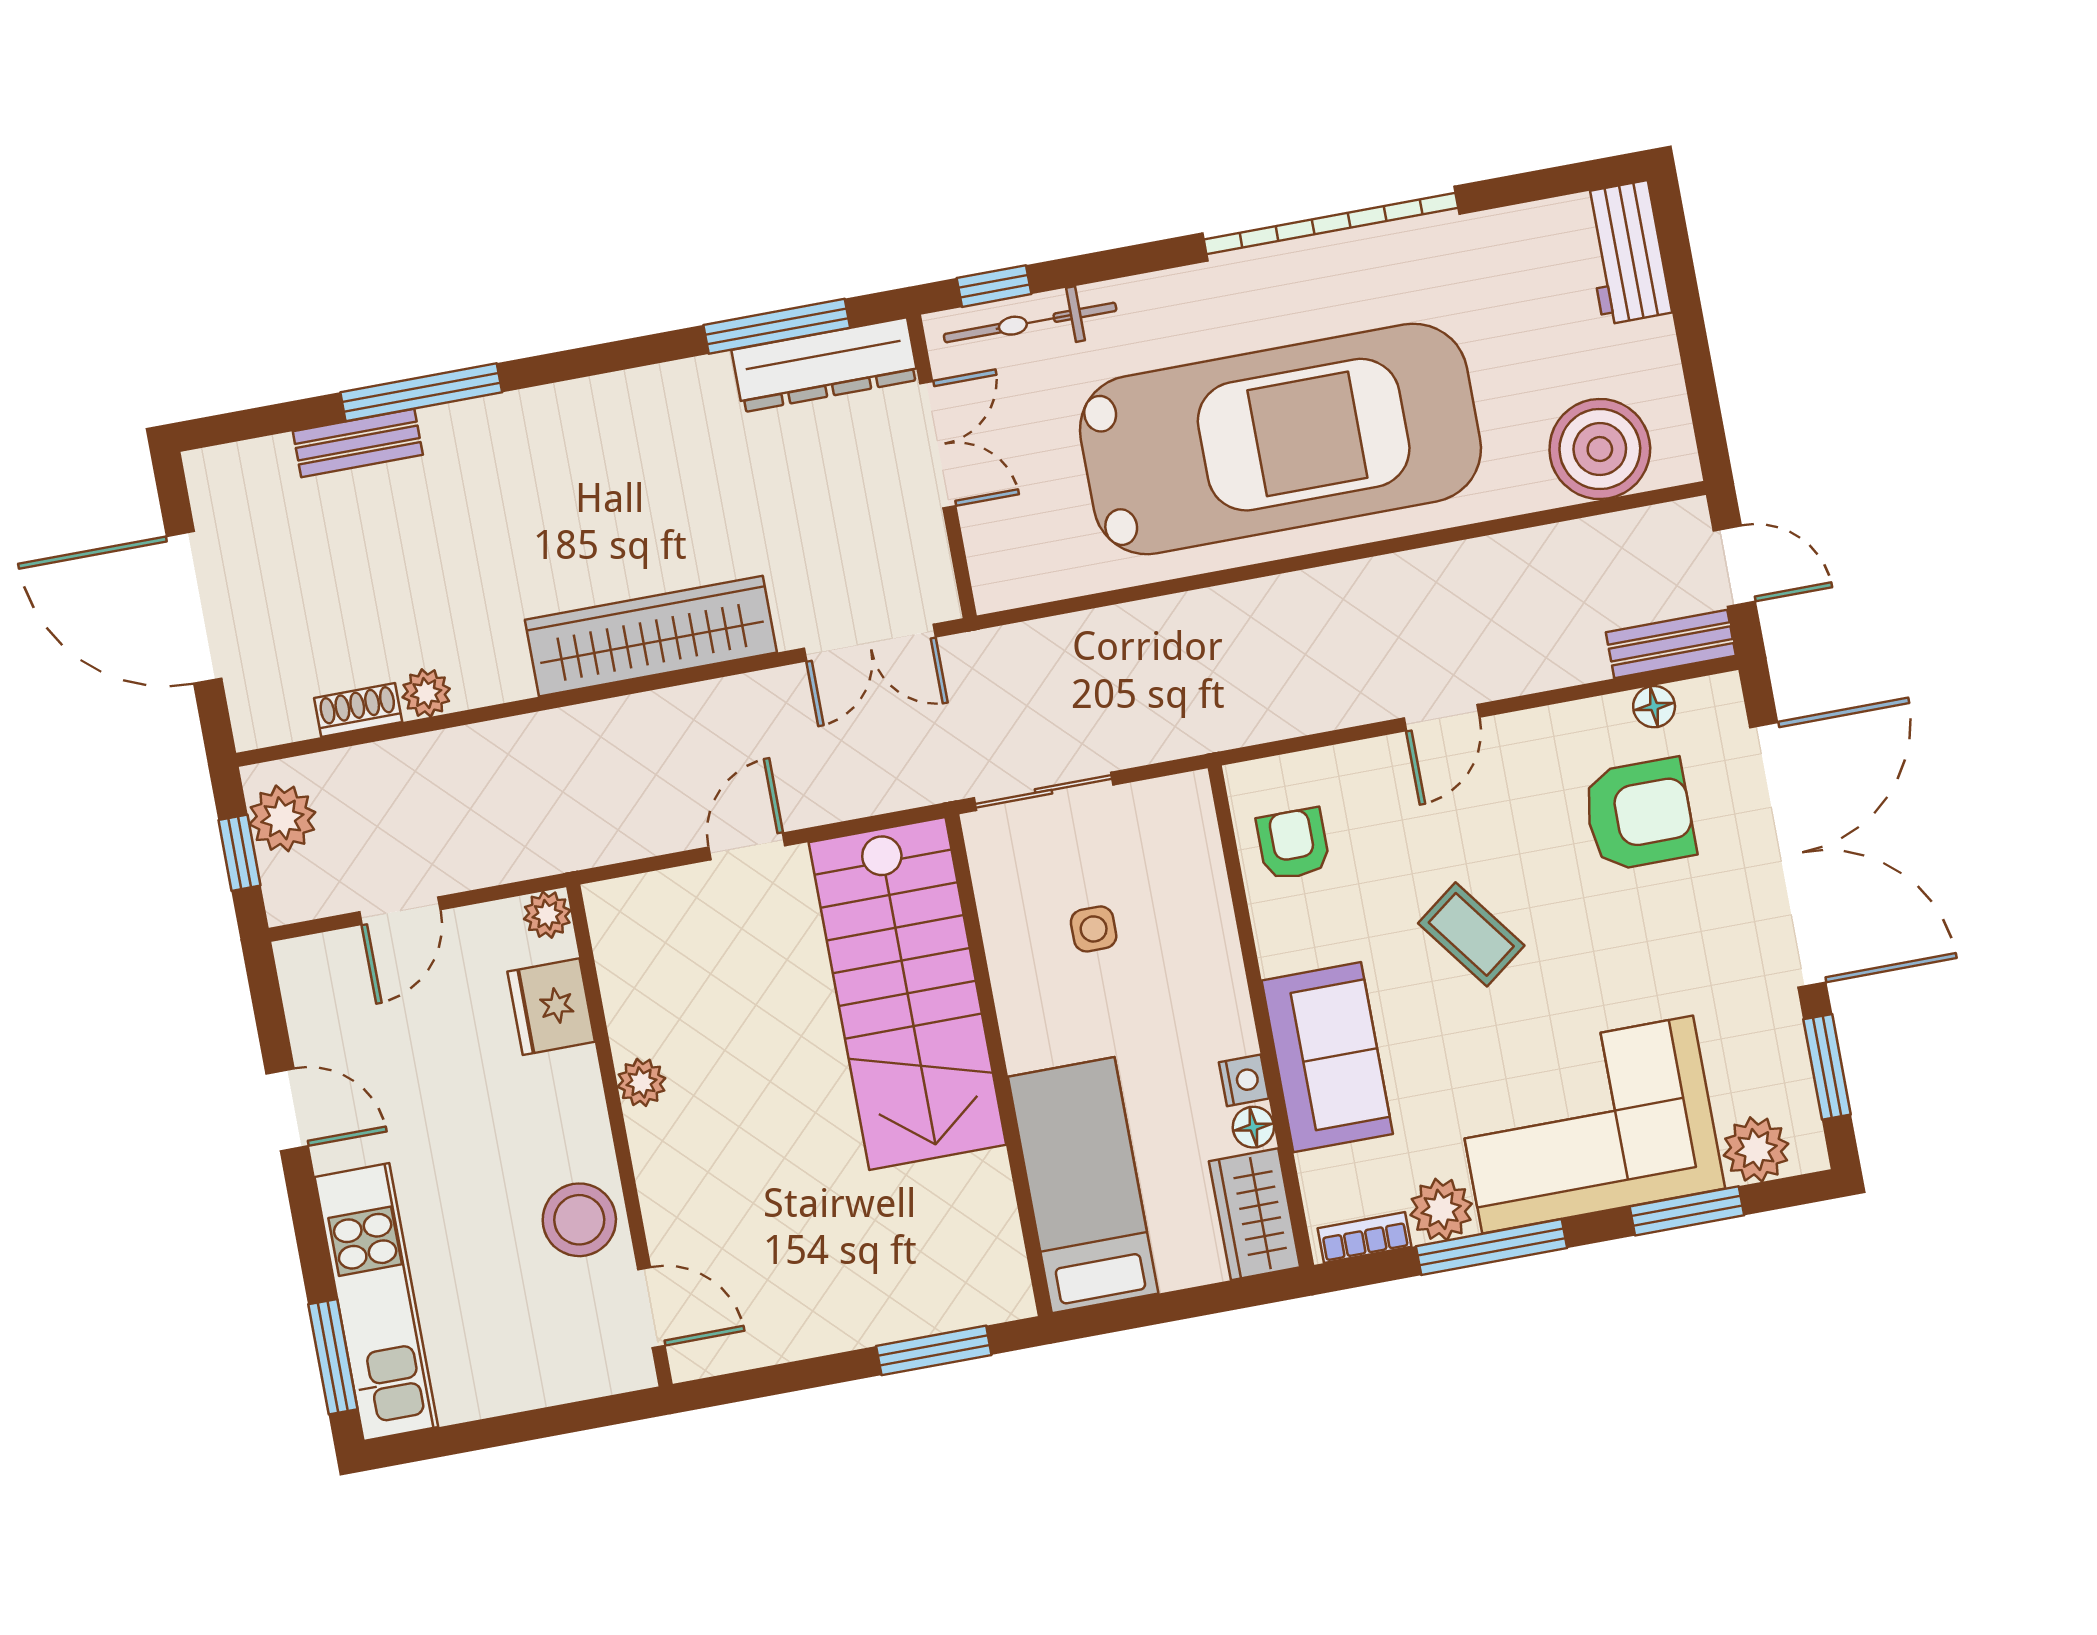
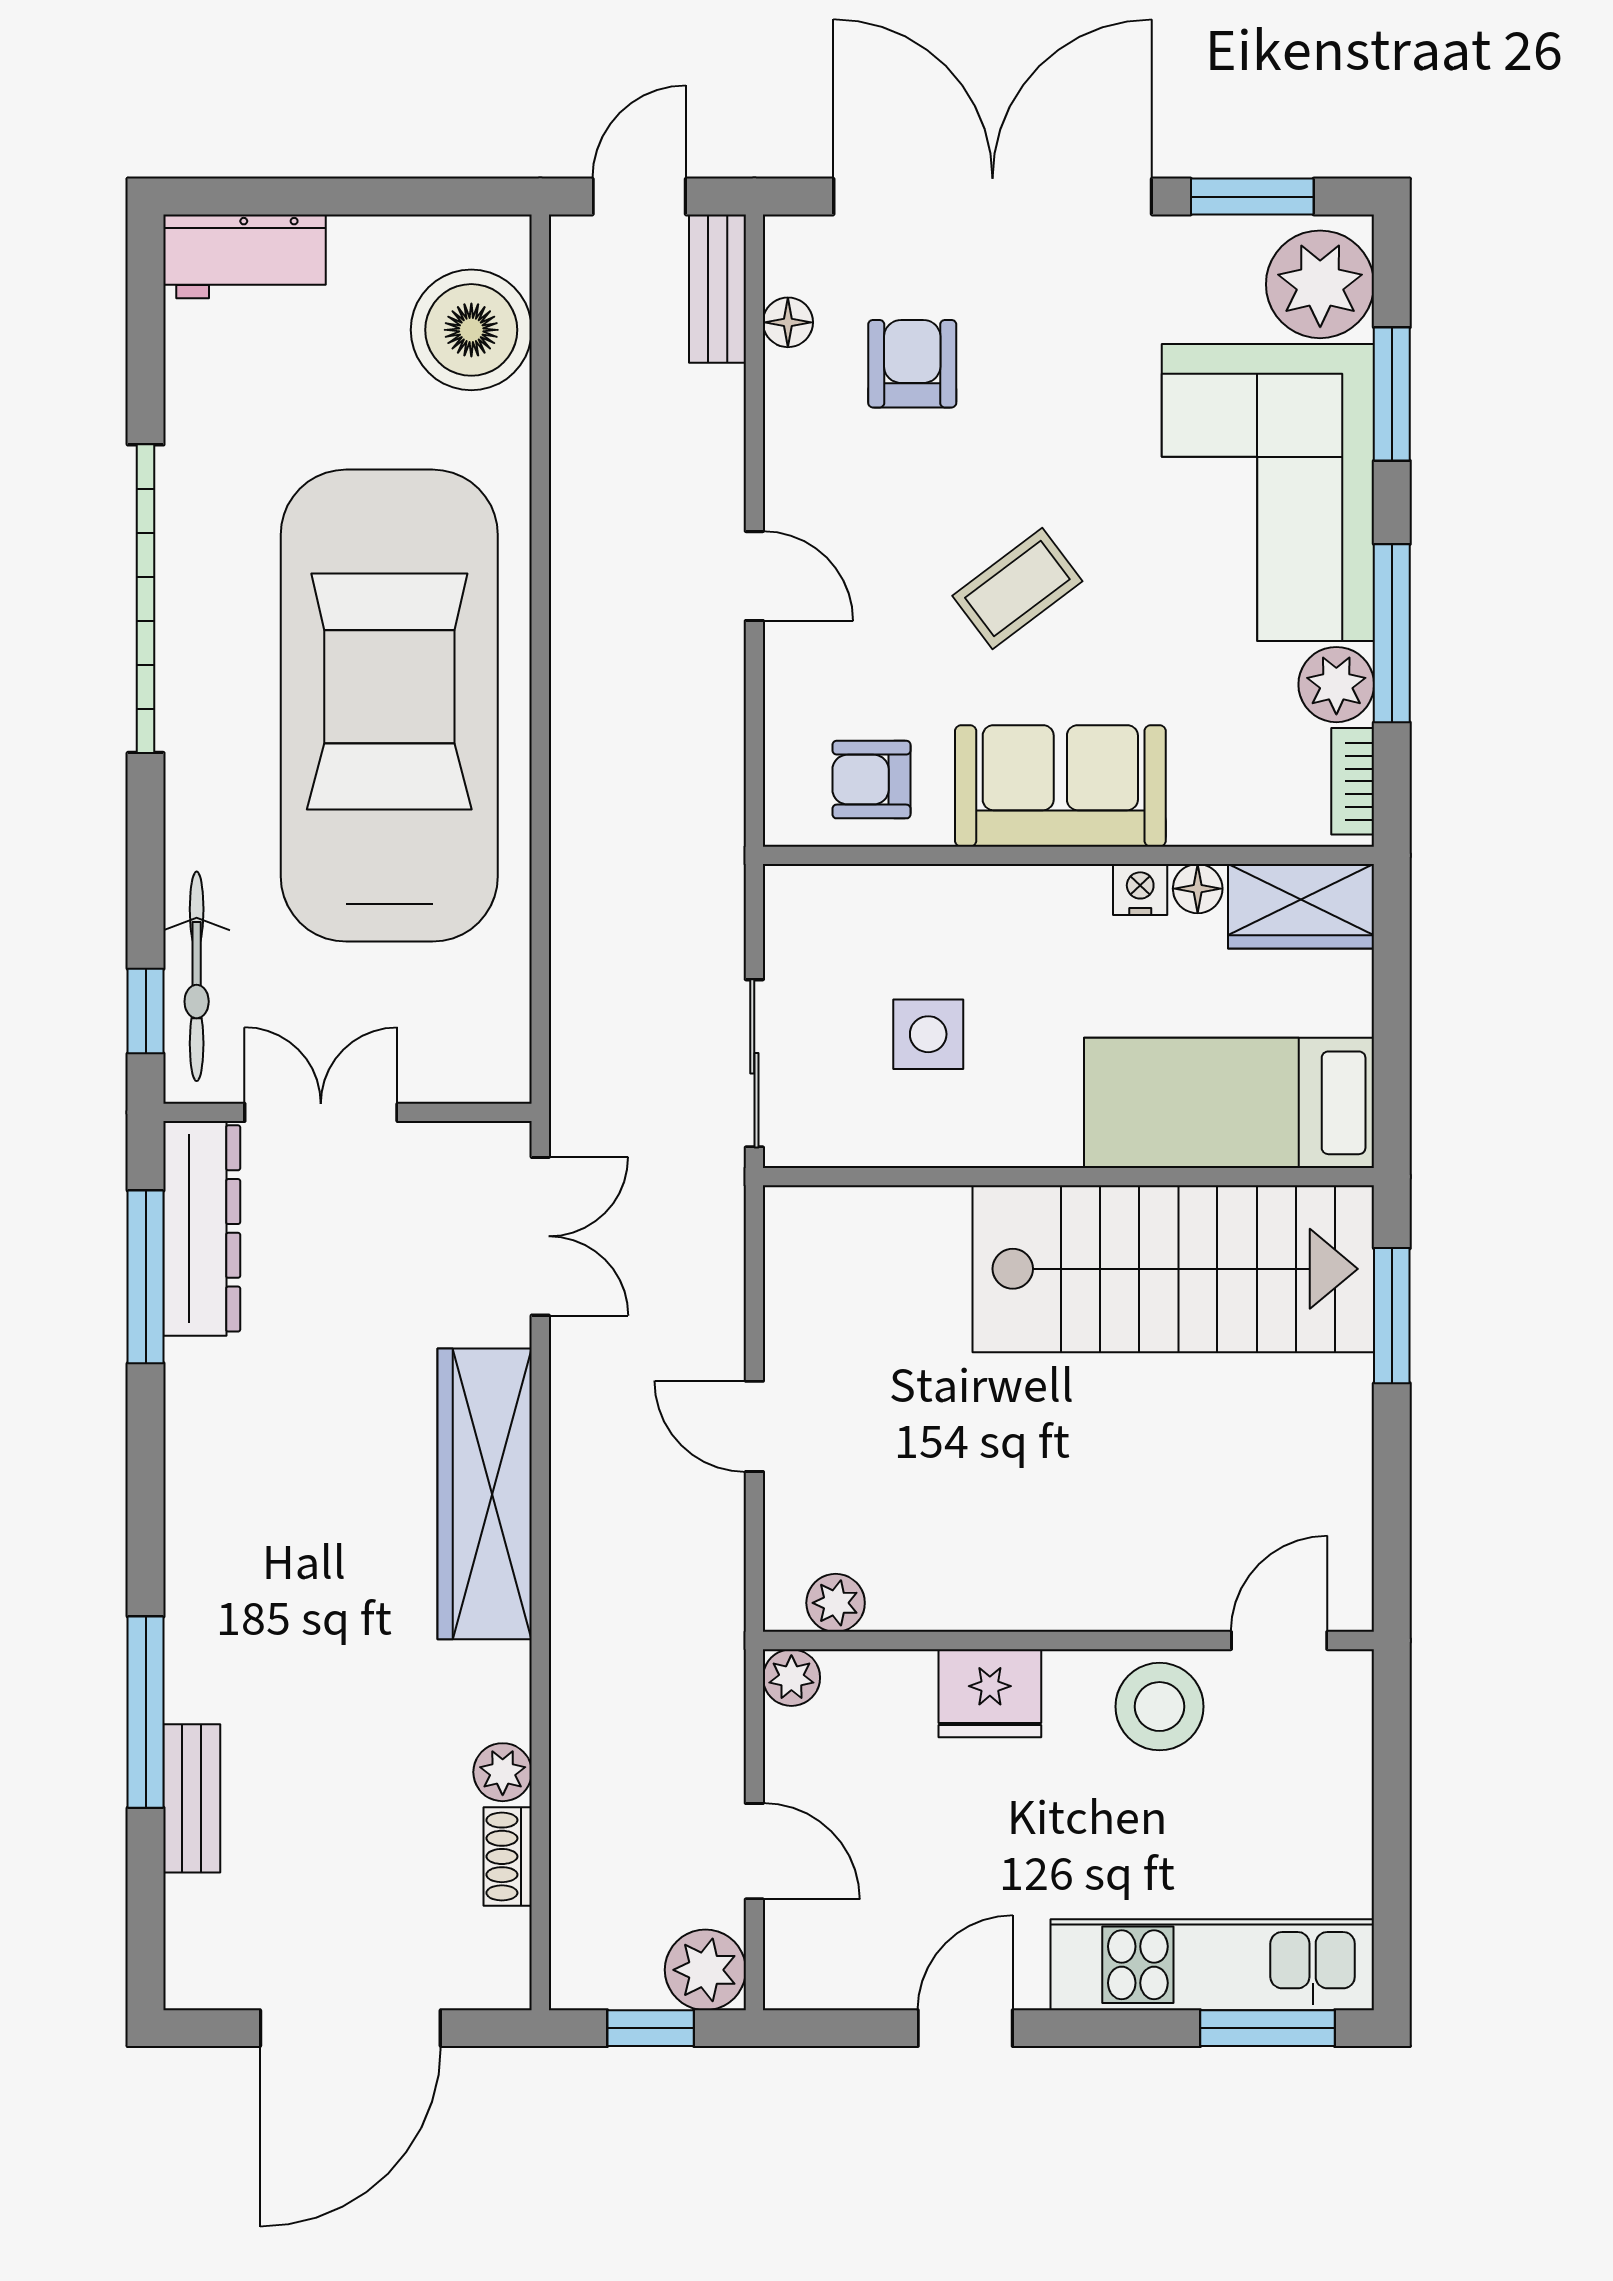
armchair: (1639, 814) -> (912, 364), width x0.72, depth x0.72
plant: (282, 818) -> (705, 1970), moved
side table: (1094, 929) -> (928, 1034), width x1.37, depth x1.37
stairs: (907, 993) -> (1173, 1269), moved
fridge: (551, 1007) -> (990, 1693), moved
sofa: (1327, 1057) -> (1060, 786), moved
plant: (641, 1082) -> (836, 1603), moved
plant: (1756, 1150) -> (1320, 284), width x1.36, depth x1.36

